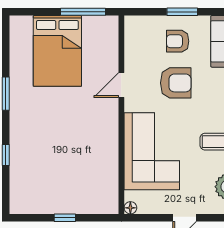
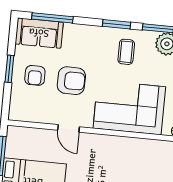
armchair: (176, 83) -> (71, 81), turned 90

